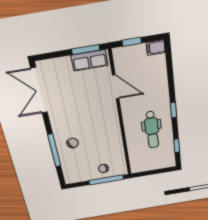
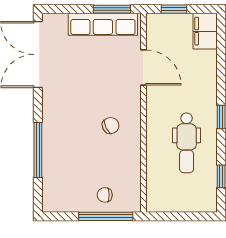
filing cabinet: (156, 48) -> (205, 31), width x2.00
row of seats: (89, 60) -> (103, 24), width x1.48
chair: (73, 143) -> (111, 126), moved

